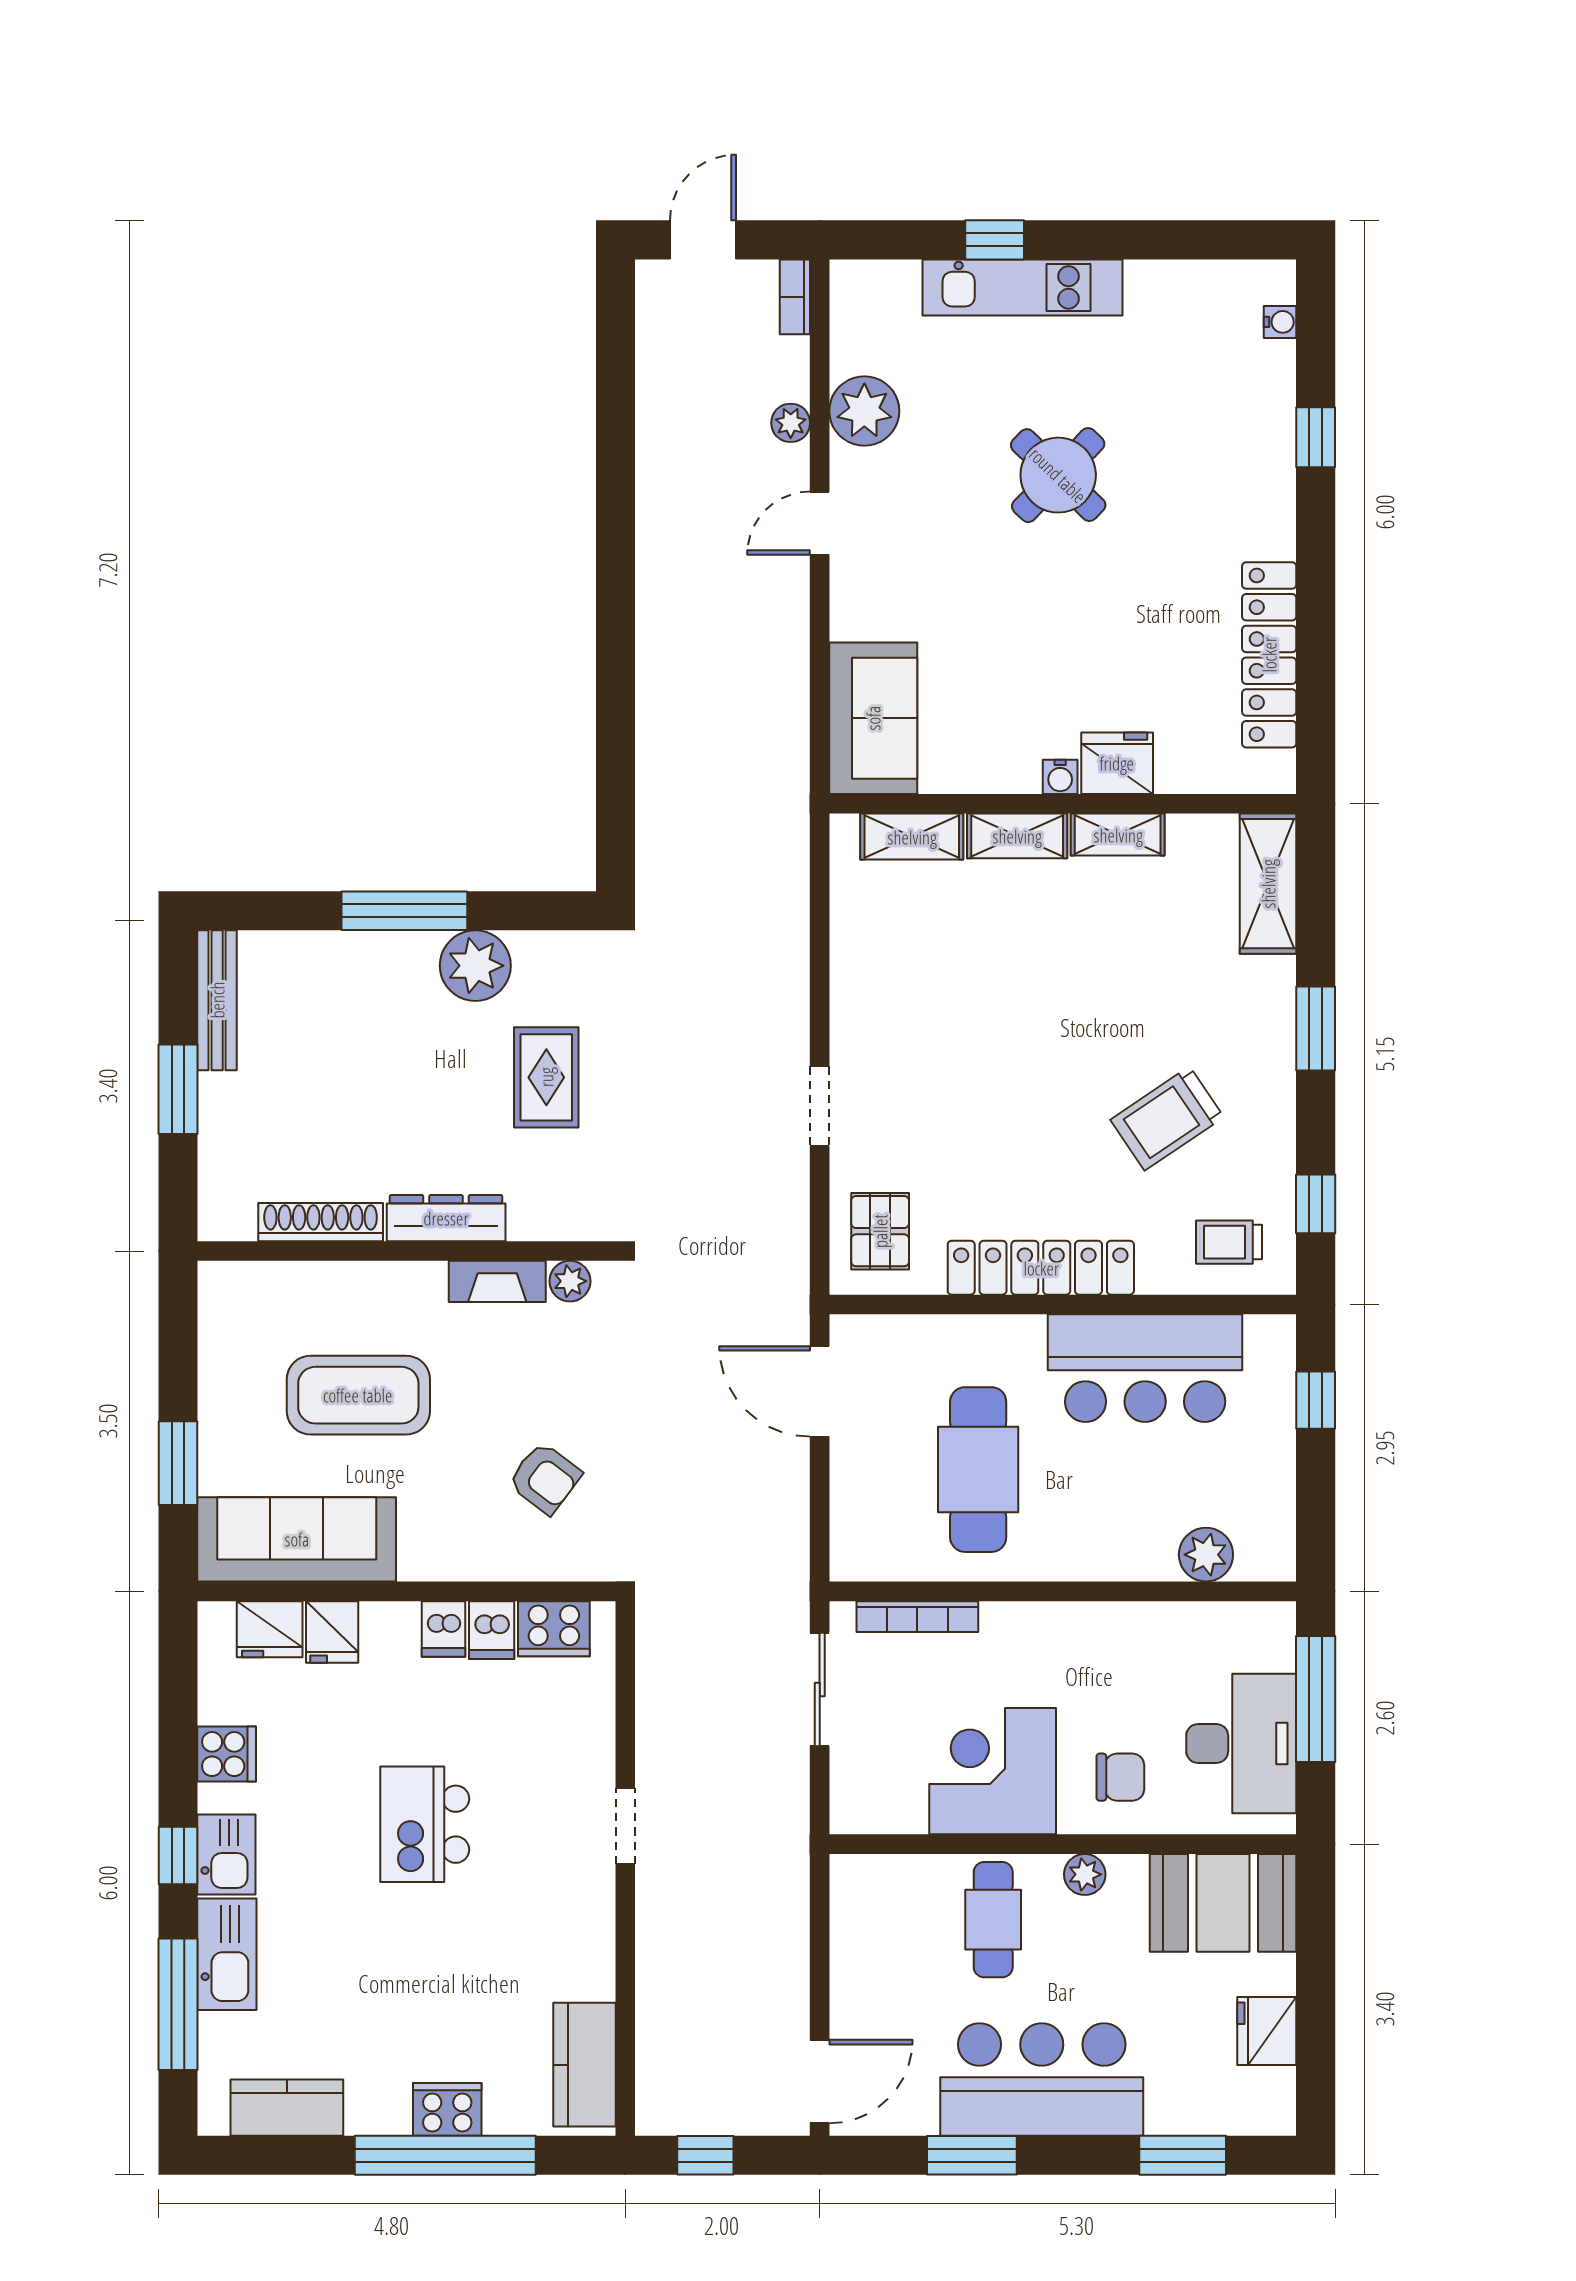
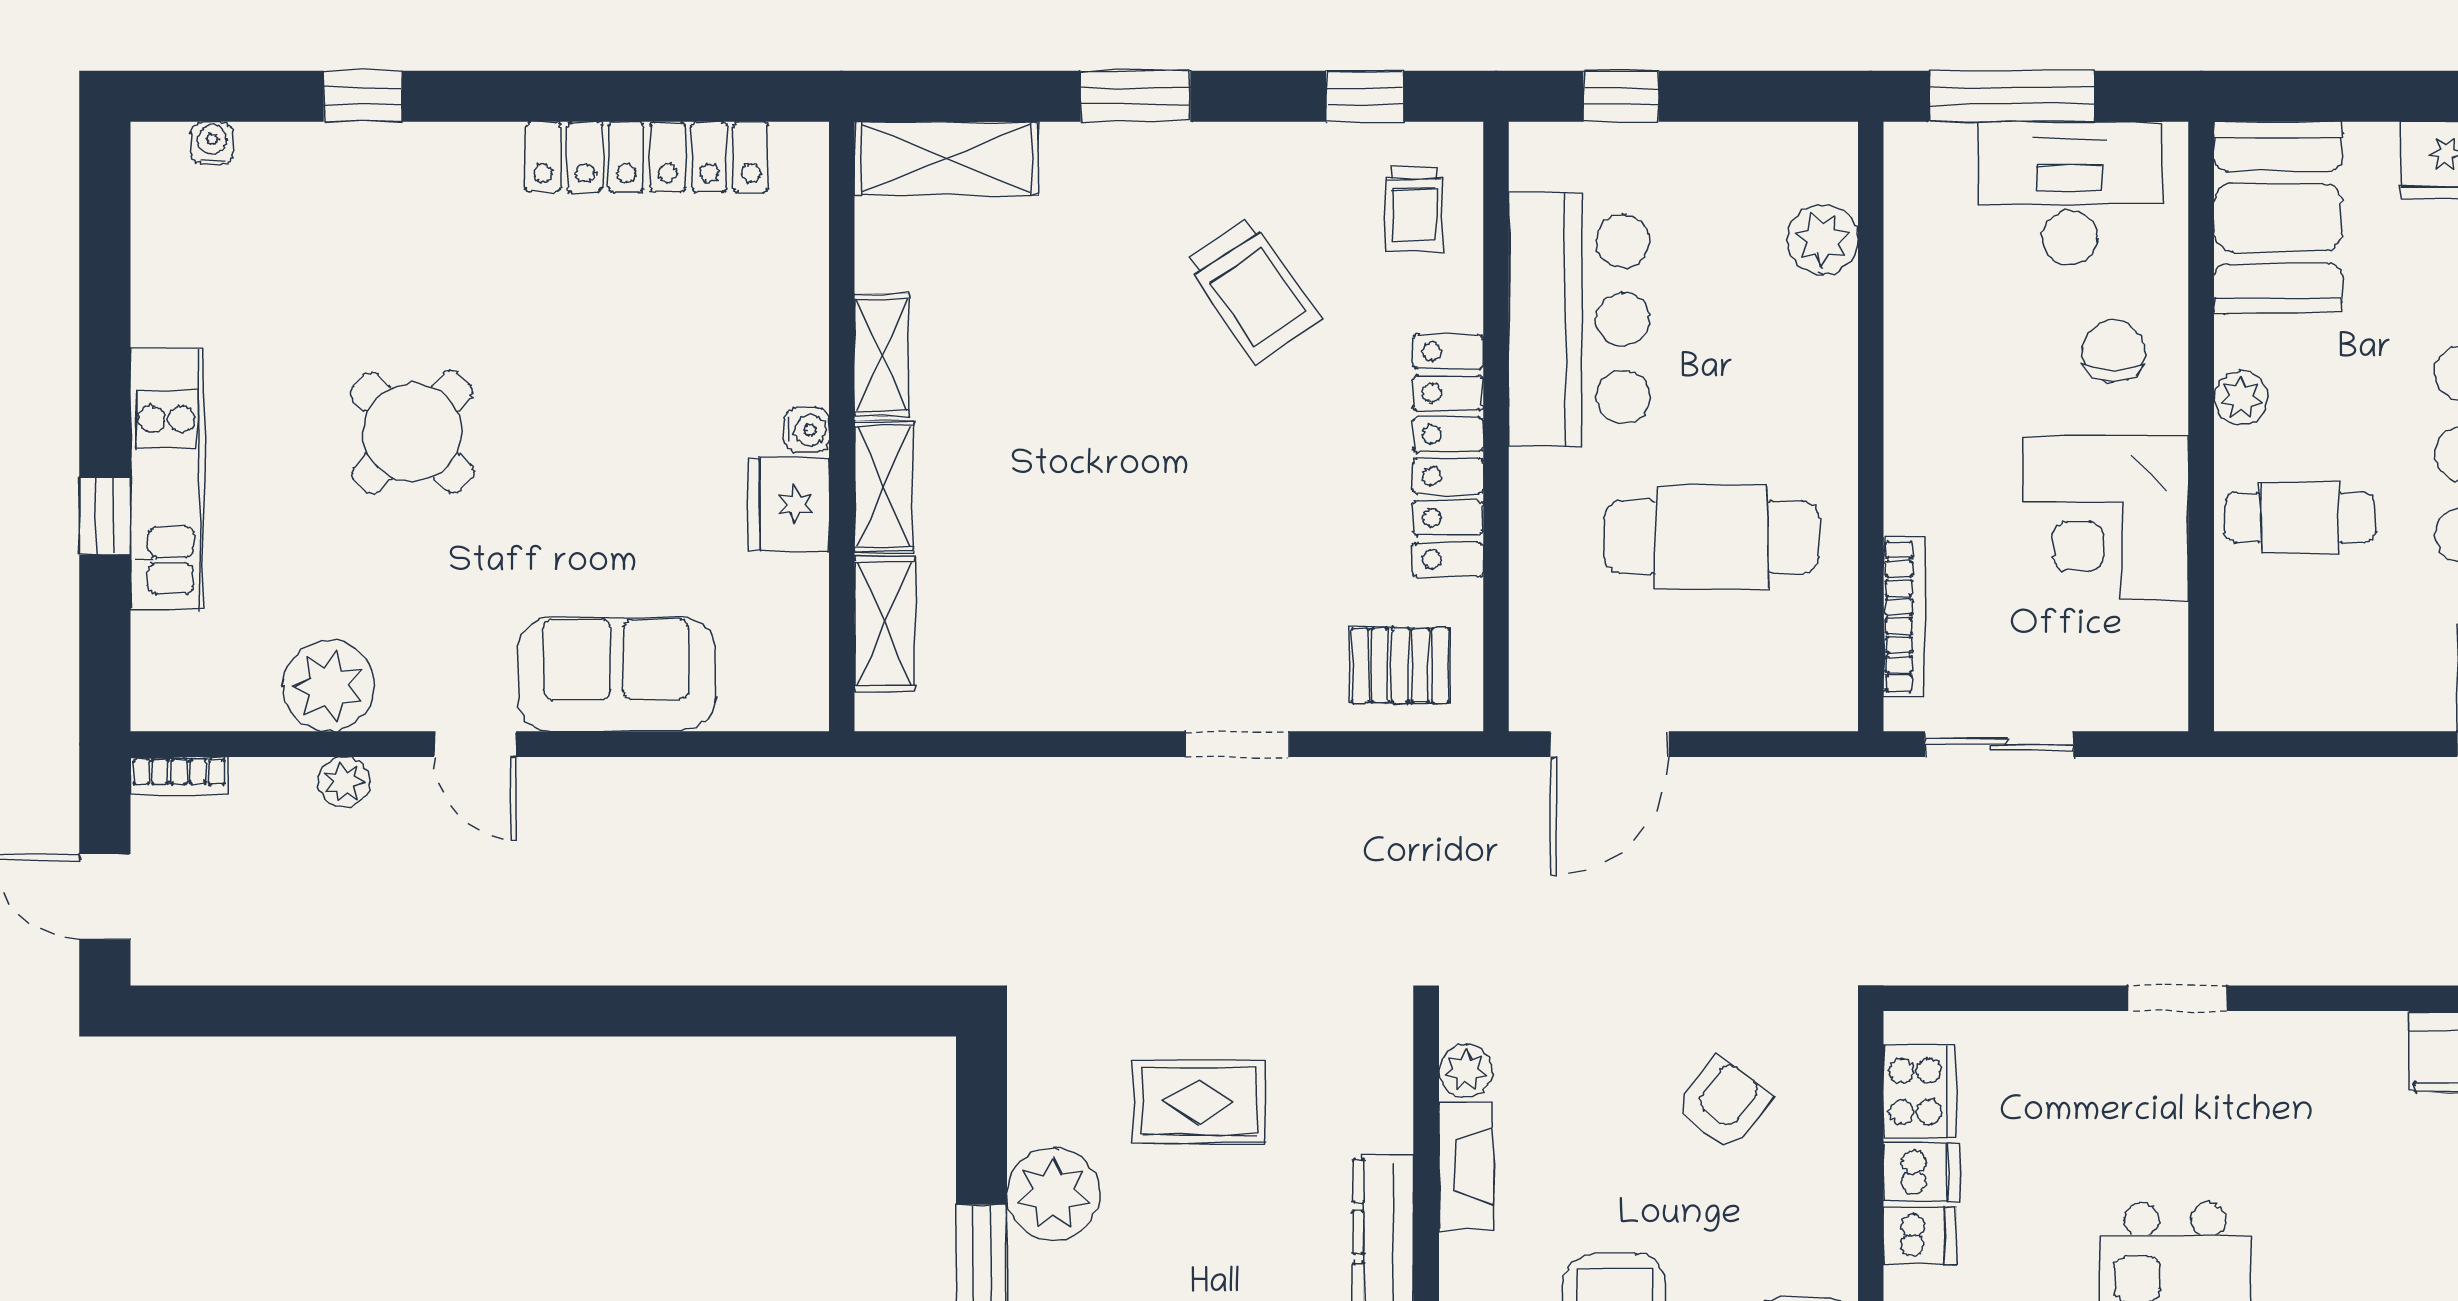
sofa: (873, 718) -> (616, 674), moved
fridge: (1117, 763) -> (789, 504), moved

